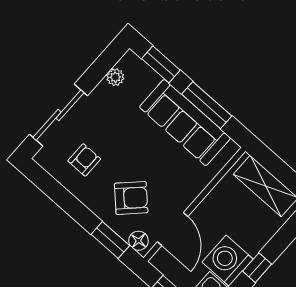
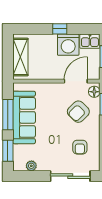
armchair: (84, 160) -> (80, 147), turned -90
armchair: (131, 198) -> (78, 112), turned -90

